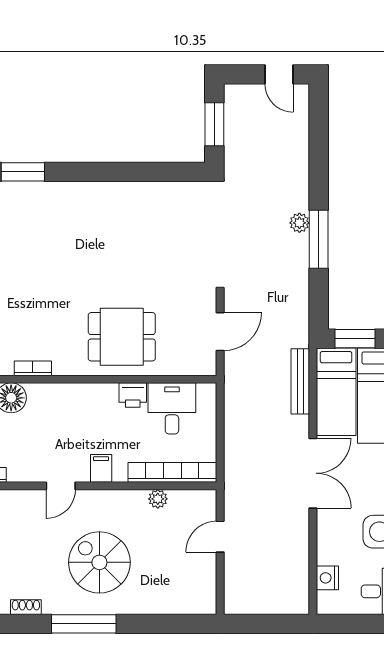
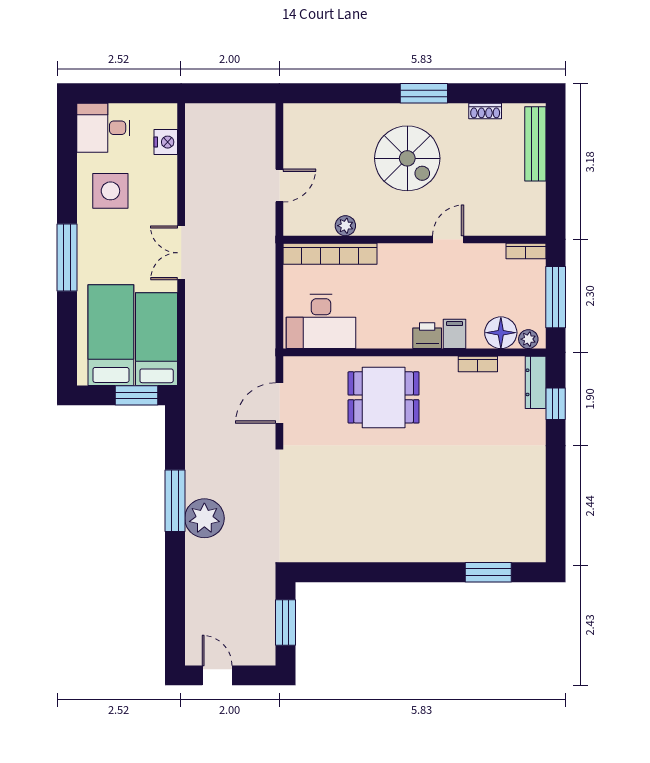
plant: (299, 223) -> (204, 518), width x1.87, depth x1.87
bench: (300, 381) -> (195, 350), removed
printer: (133, 395) -> (427, 336), moved
desk: (172, 408) -> (321, 322), width x1.37
filing cabinet: (101, 468) -> (455, 334), moved, turned 180
double door: (313, 473) -> (181, 253), width x0.73
window: (84, 624) -> (424, 93), width x0.69

